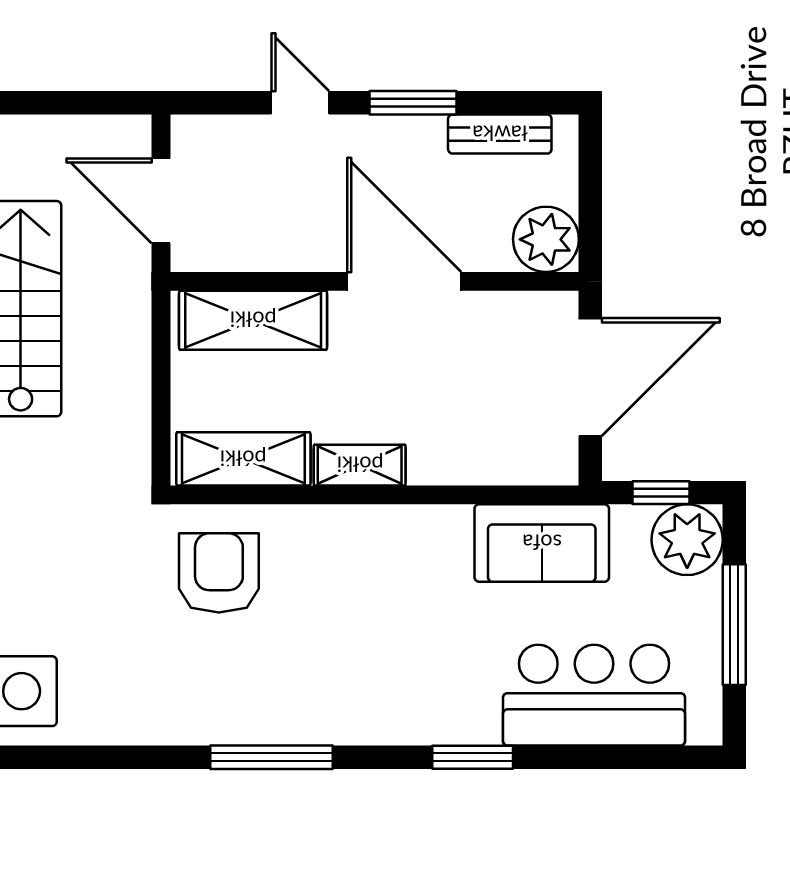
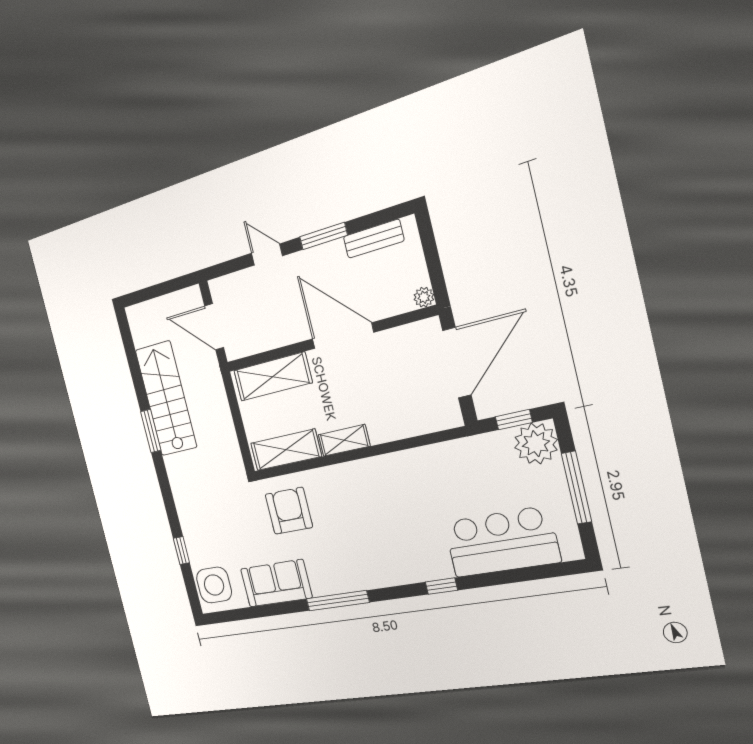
plant: (546, 239) -> (424, 297), width x0.53, depth x0.53
sofa: (542, 543) -> (276, 583), moved, turned 180
window: (473, 757) -> (441, 586), width x0.67

